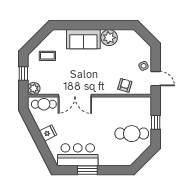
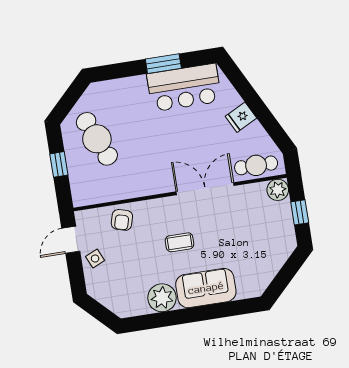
coffee table: (47, 56) -> (180, 242), moved
door: (156, 79) -> (71, 240), hinge flipped
cafe table: (132, 134) -> (97, 139), turned 67

